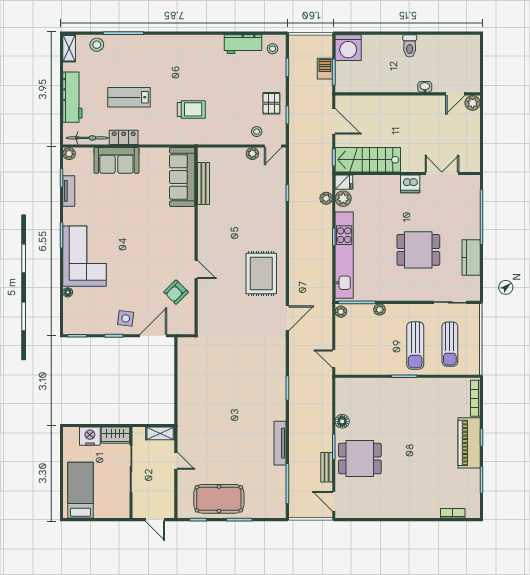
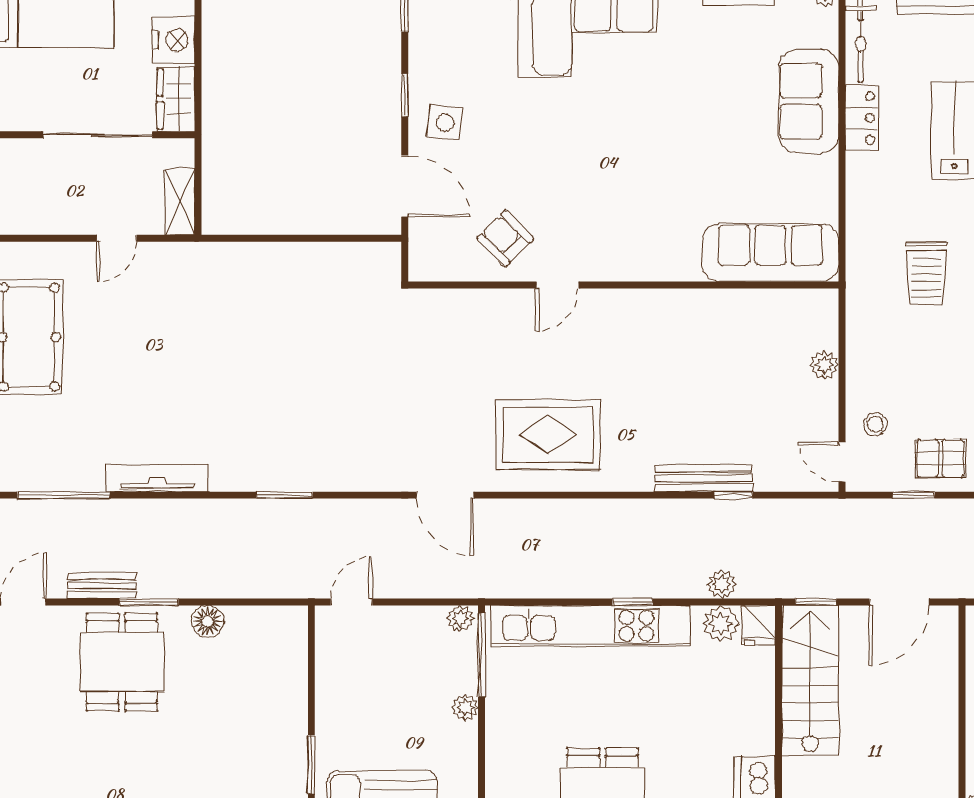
plant: (252, 154) -> (825, 365), moved
bench: (204, 184) -> (703, 478), moved

